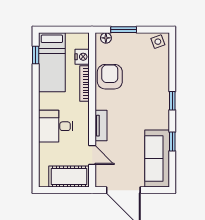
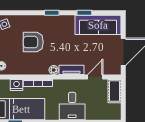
armchair: (110, 77) -> (33, 42), moved
plant: (101, 103) -> (54, 70), added
cot: (69, 176) -> (115, 91), width x0.73, depth x0.75

